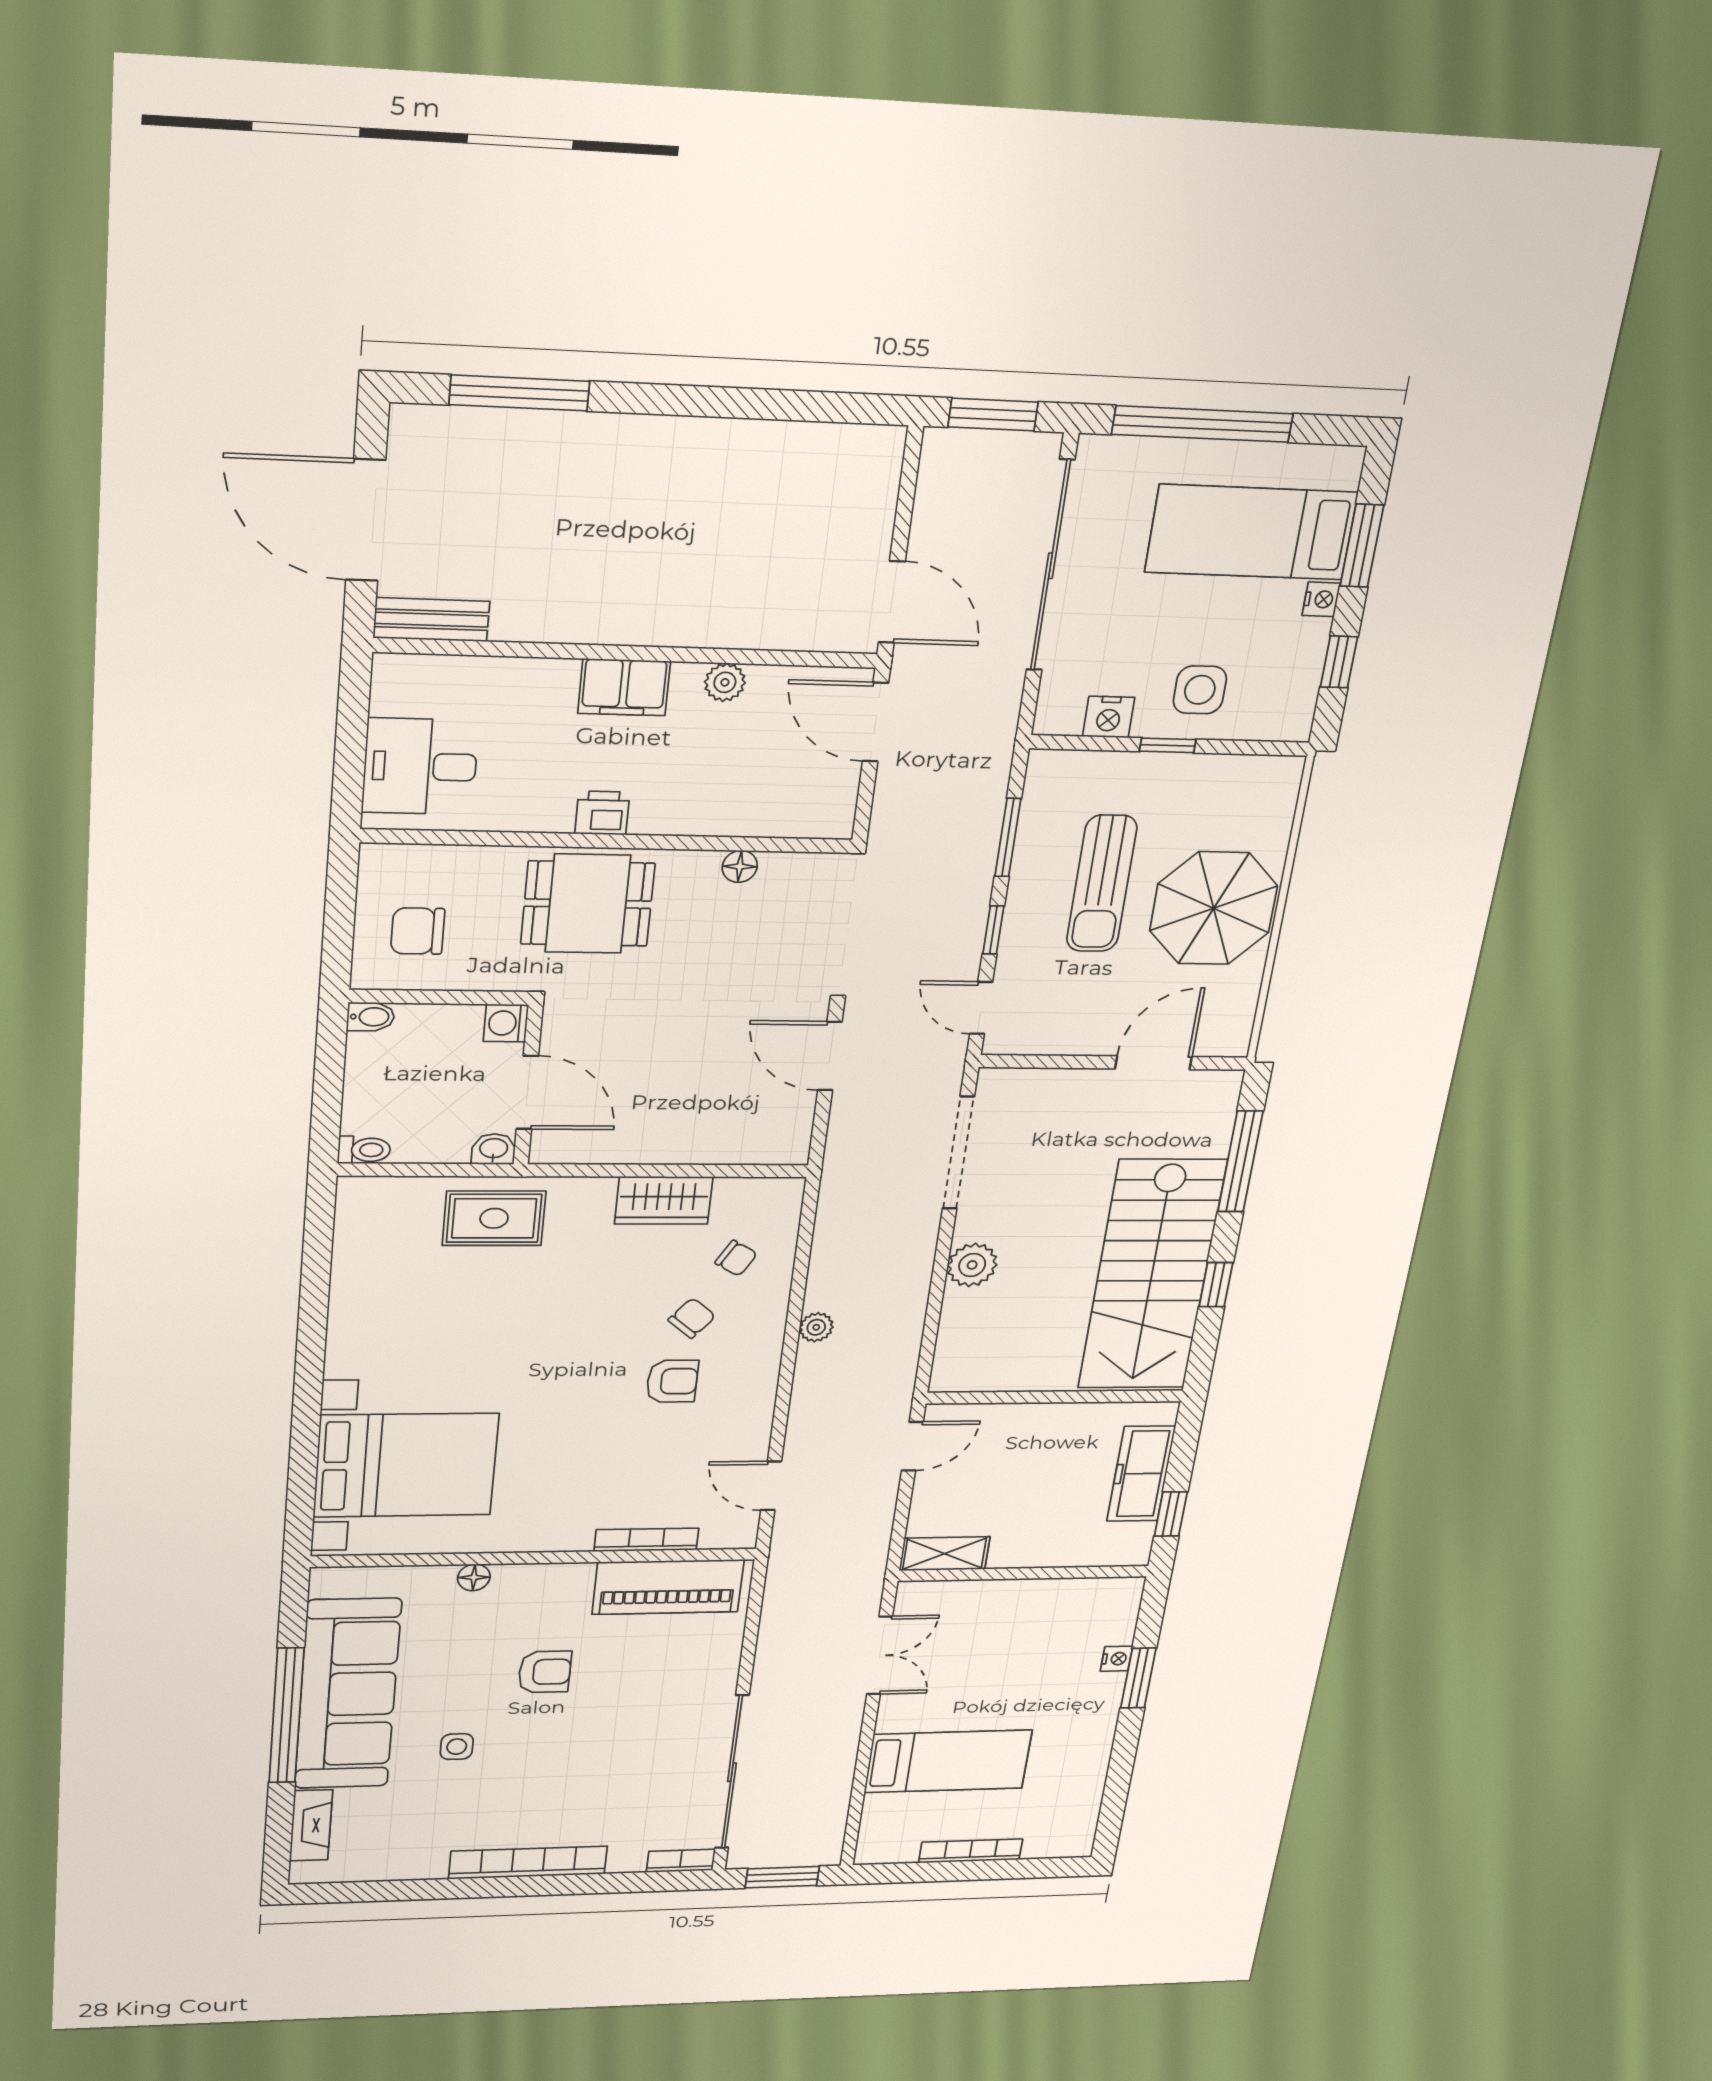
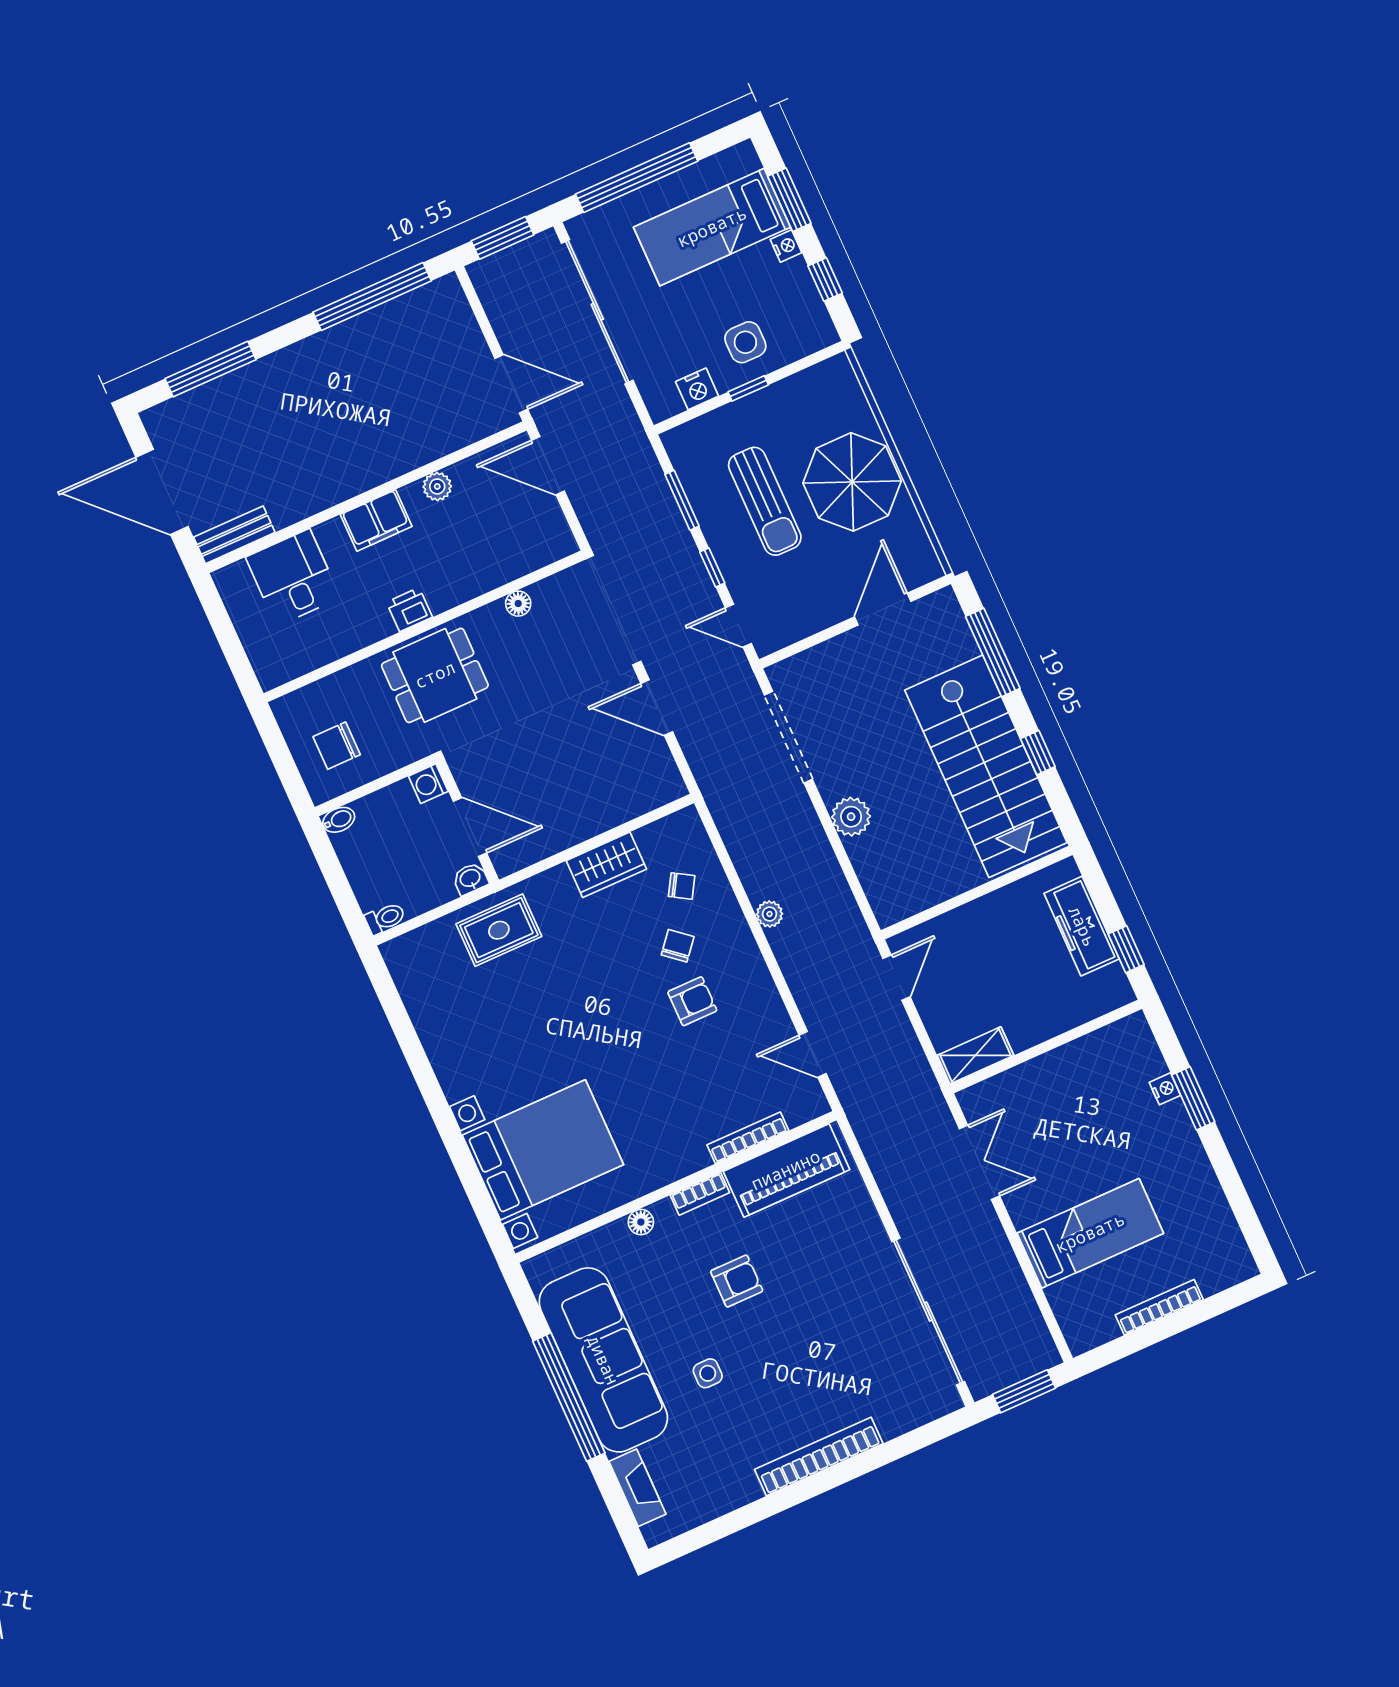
window: (785, 405) -> (372, 296), added
desk: (420, 766) -> (293, 577), moved, turned 90
bookcase: (681, 1861) -> (700, 1194), moved, turned 180

